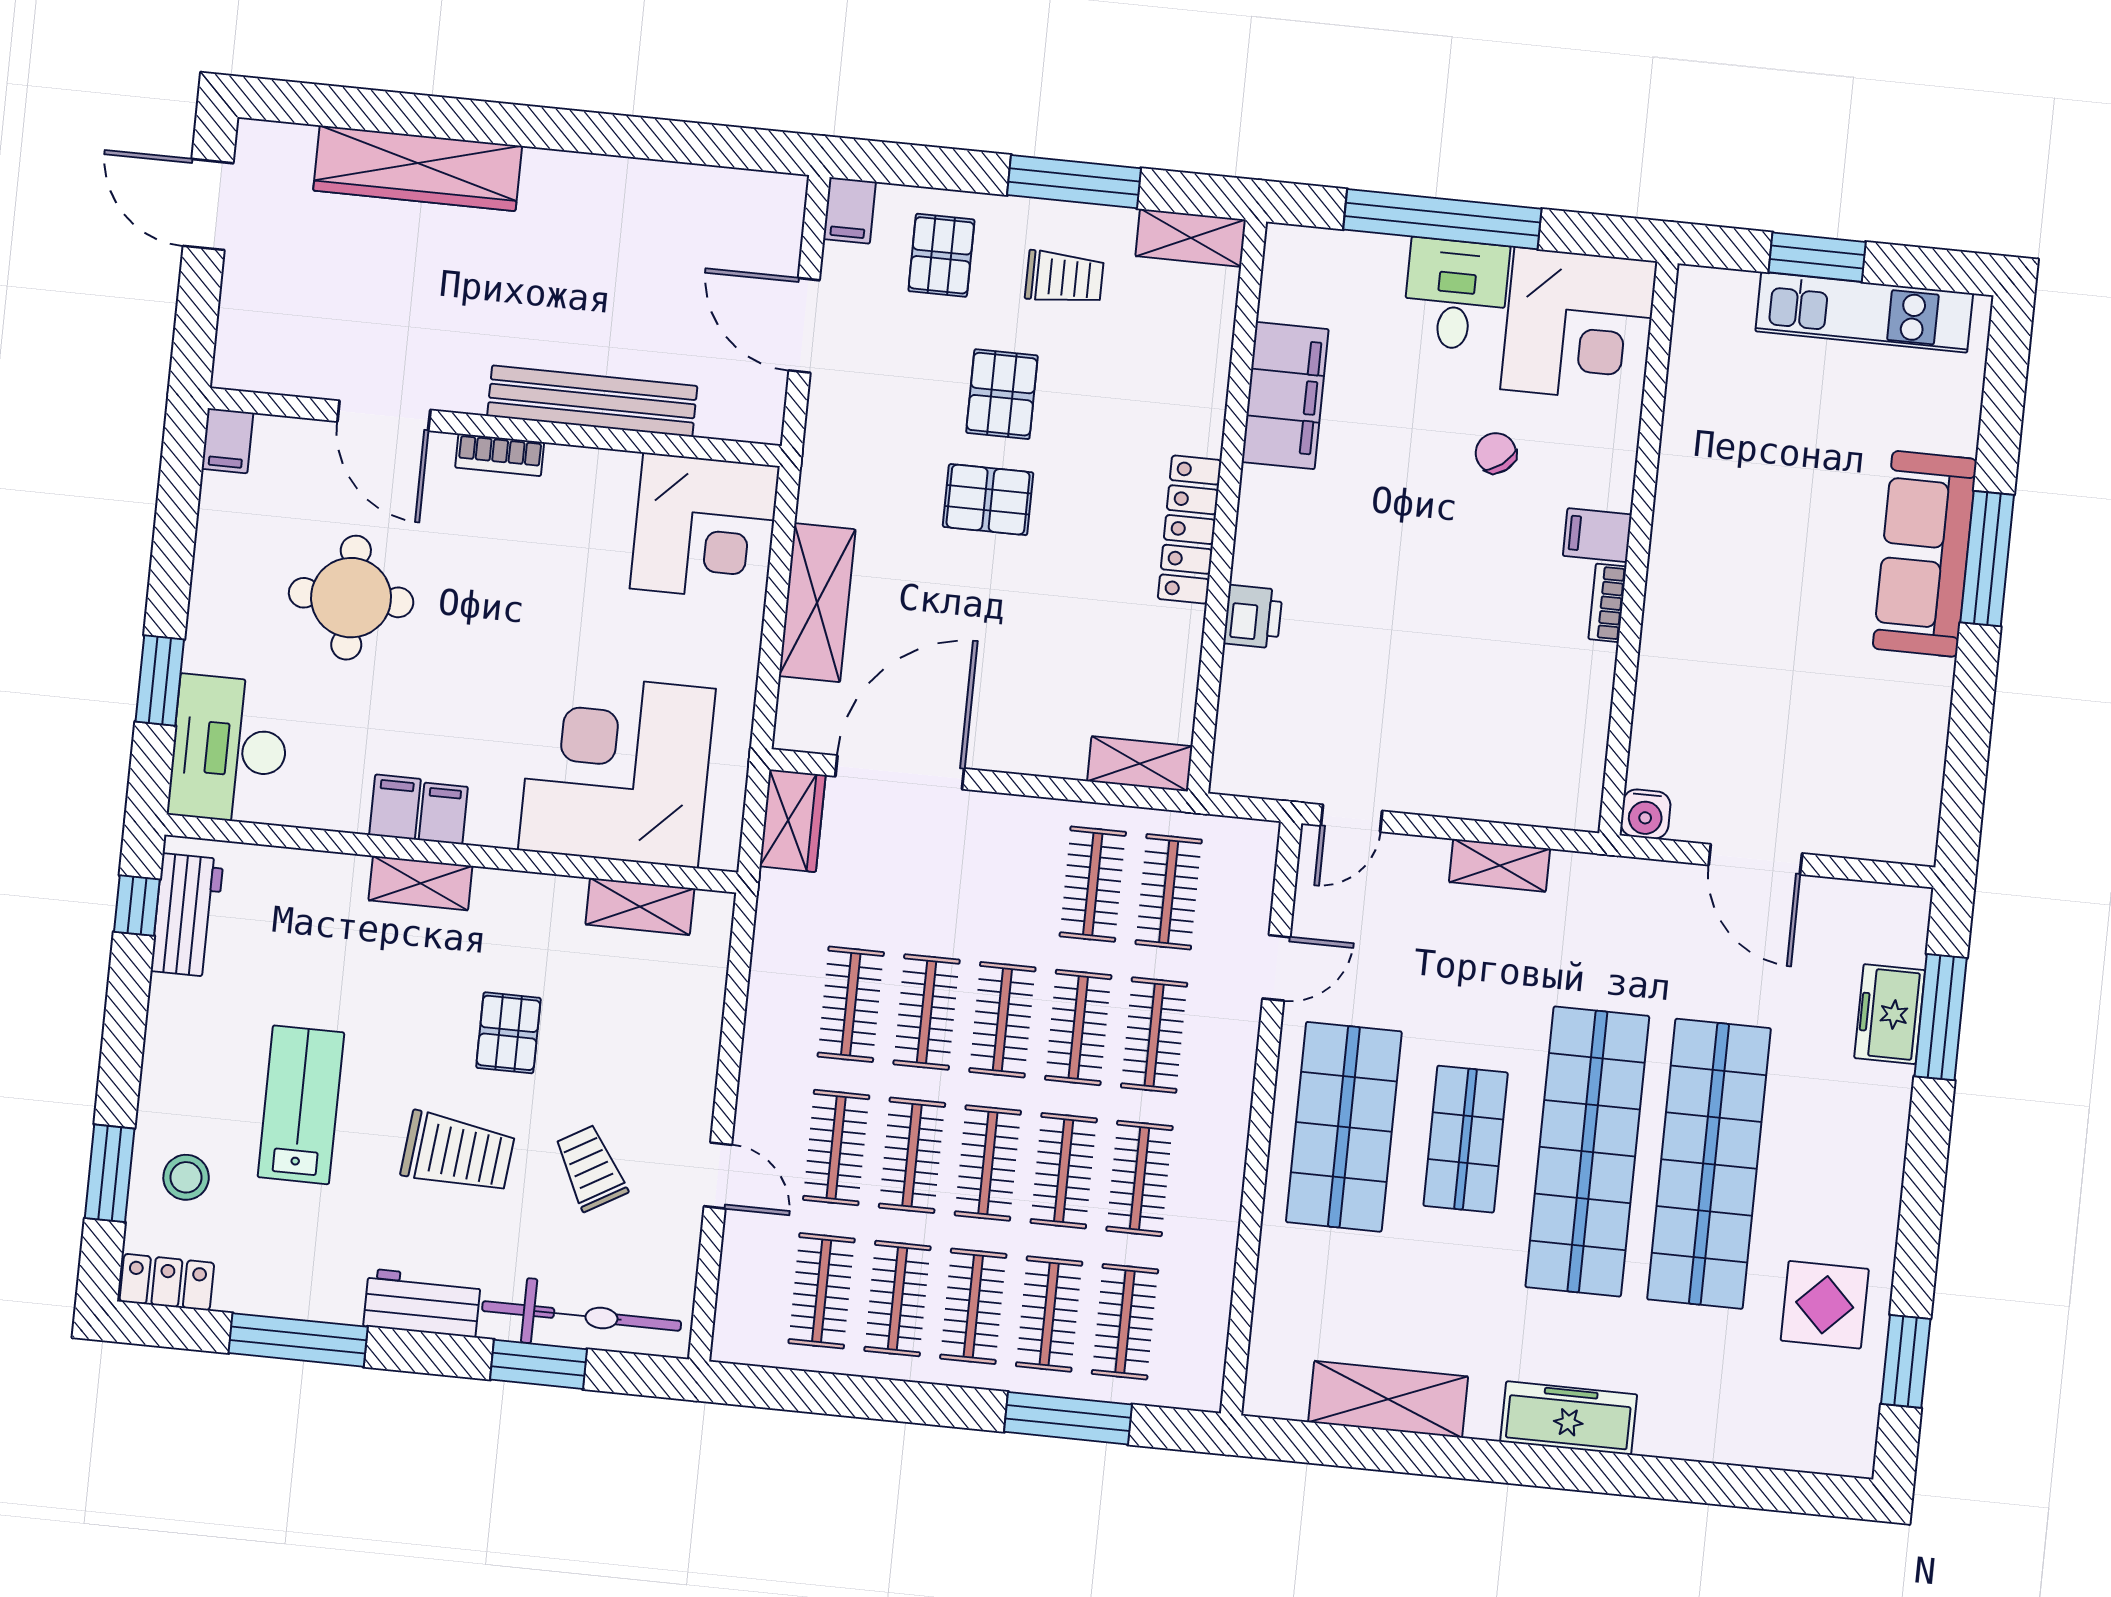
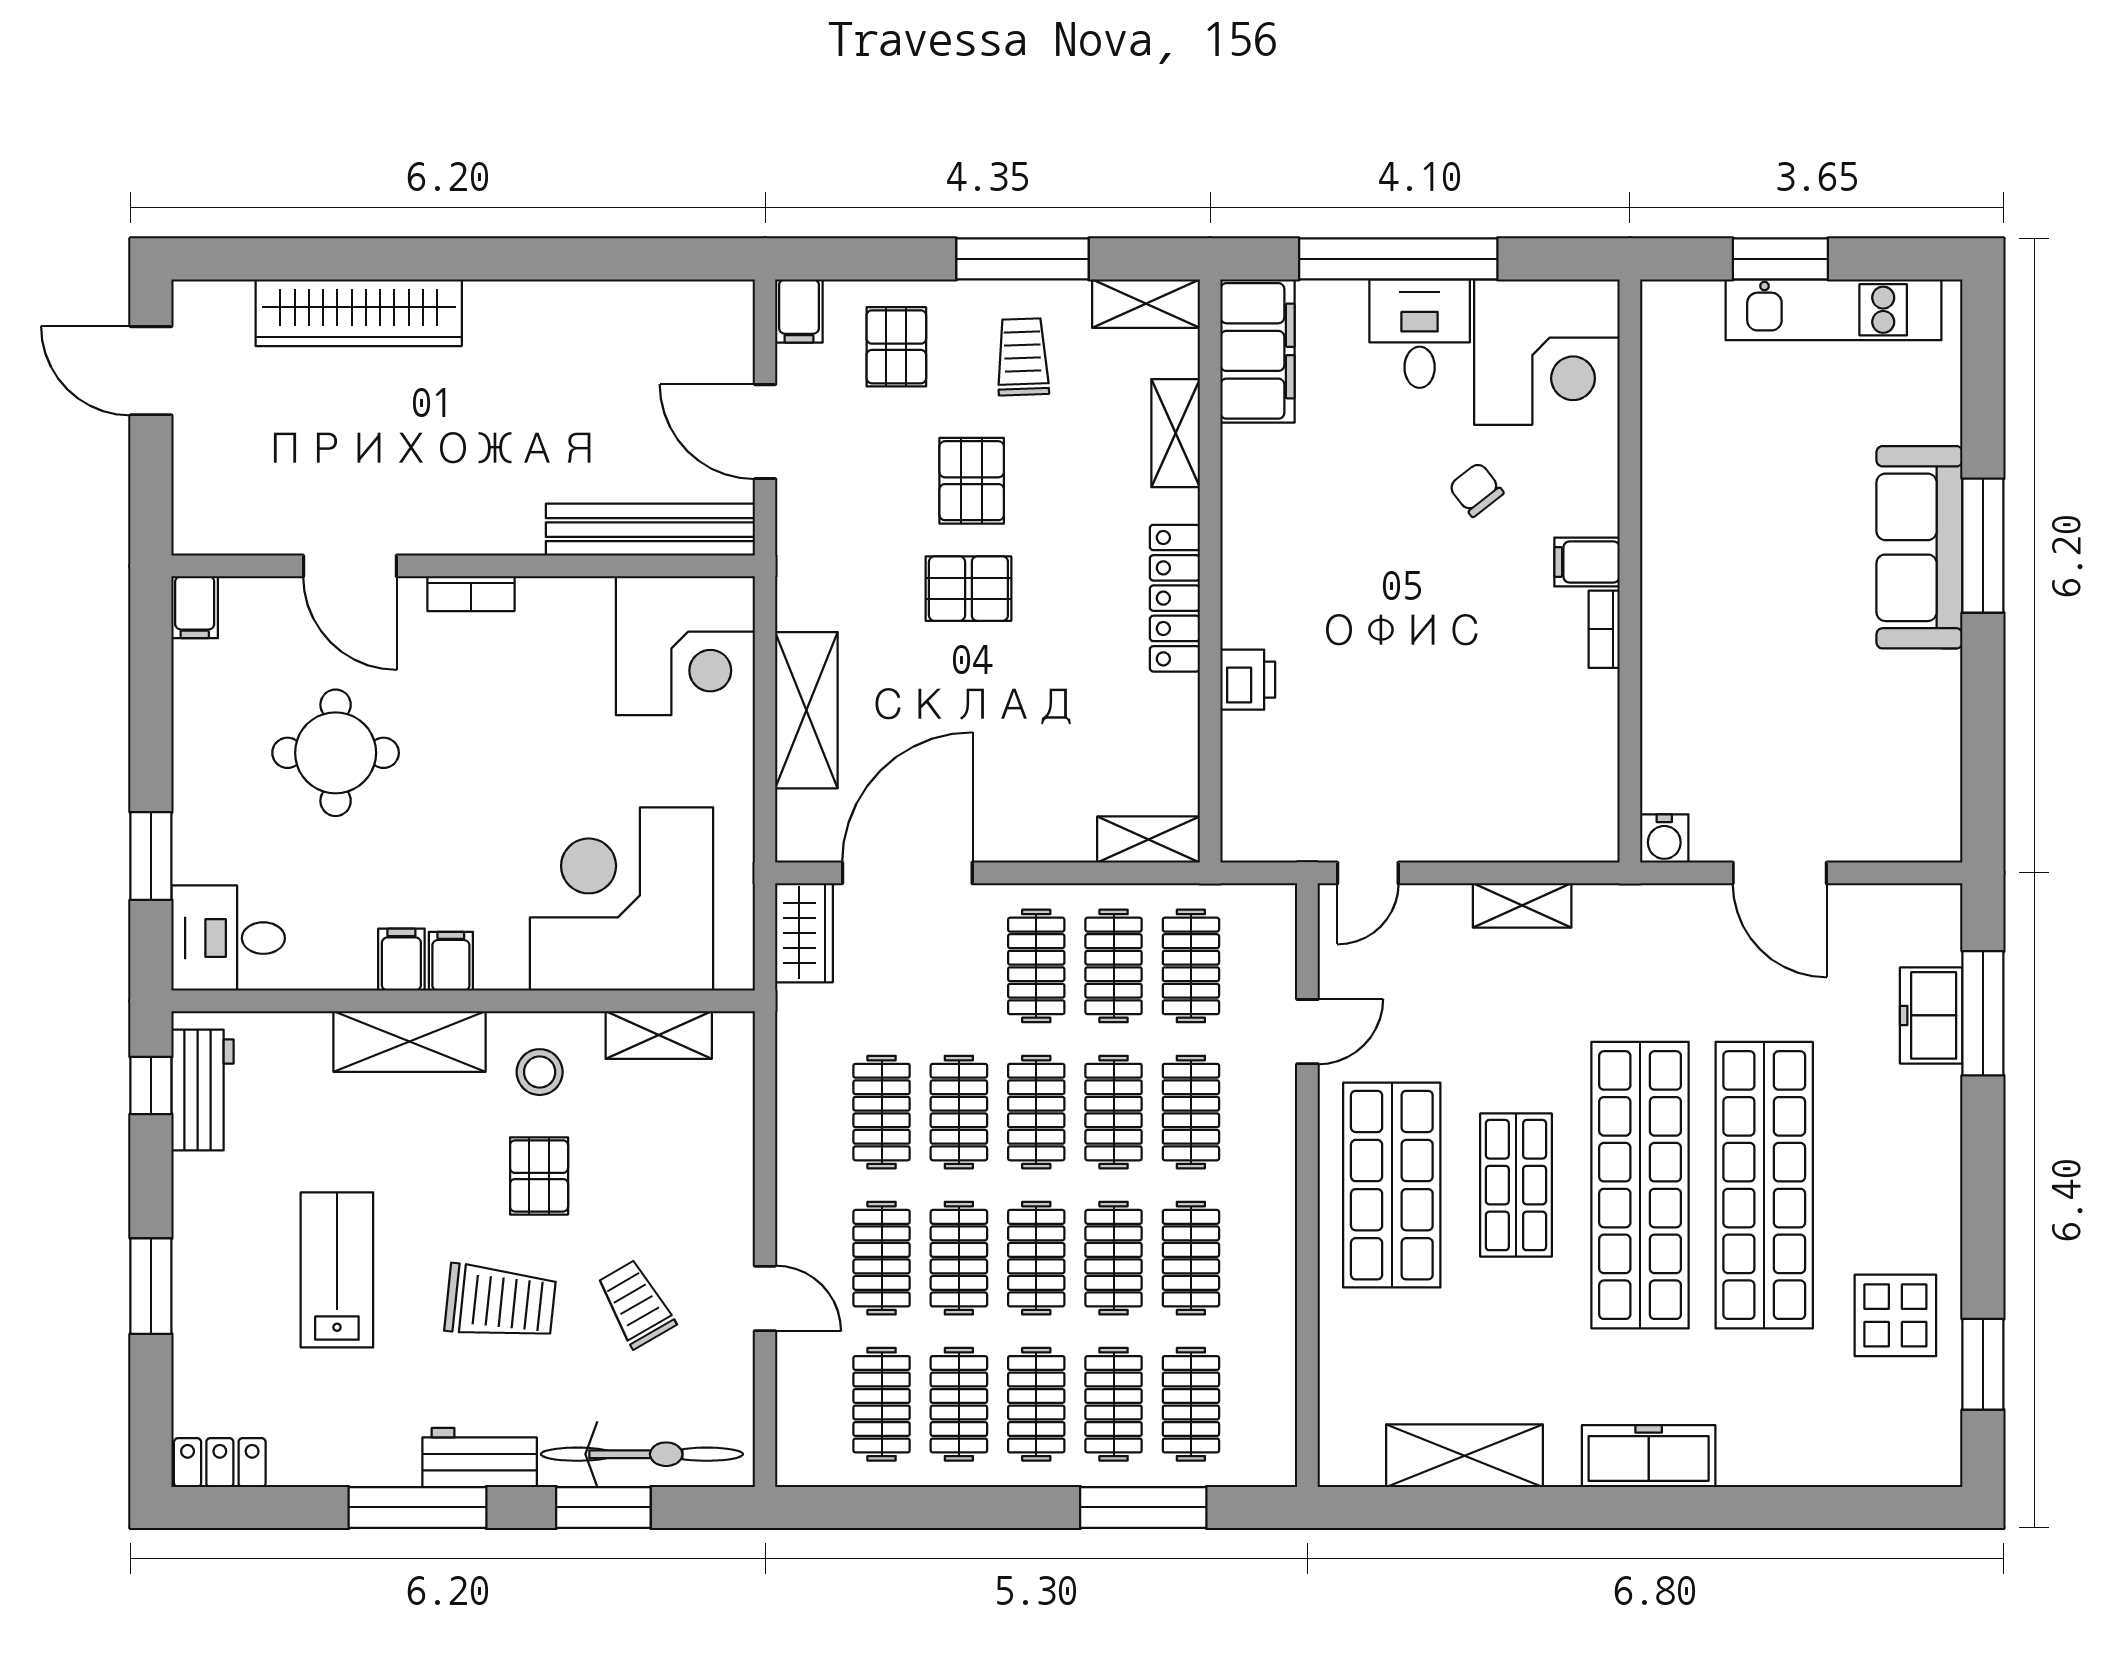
trolley: (1064, 278) -> (1023, 357), turned -92
shelving: (1207, 368) -> (1176, 433), added
filing cabinet: (1285, 396) -> (1258, 351), moved
bench: (592, 401) -> (650, 530), moved
desk: (229, 749) -> (228, 938), width x0.73
clothes rail: (1017, 876) -> (1036, 966), added
shelving: (420, 883) -> (410, 1042), width x1.50, depth x1.33
window: (110, 1173) -> (151, 1286), moved
stool: (186, 1177) -> (540, 1072), moved
window: (298, 1340) -> (417, 1507), moved

